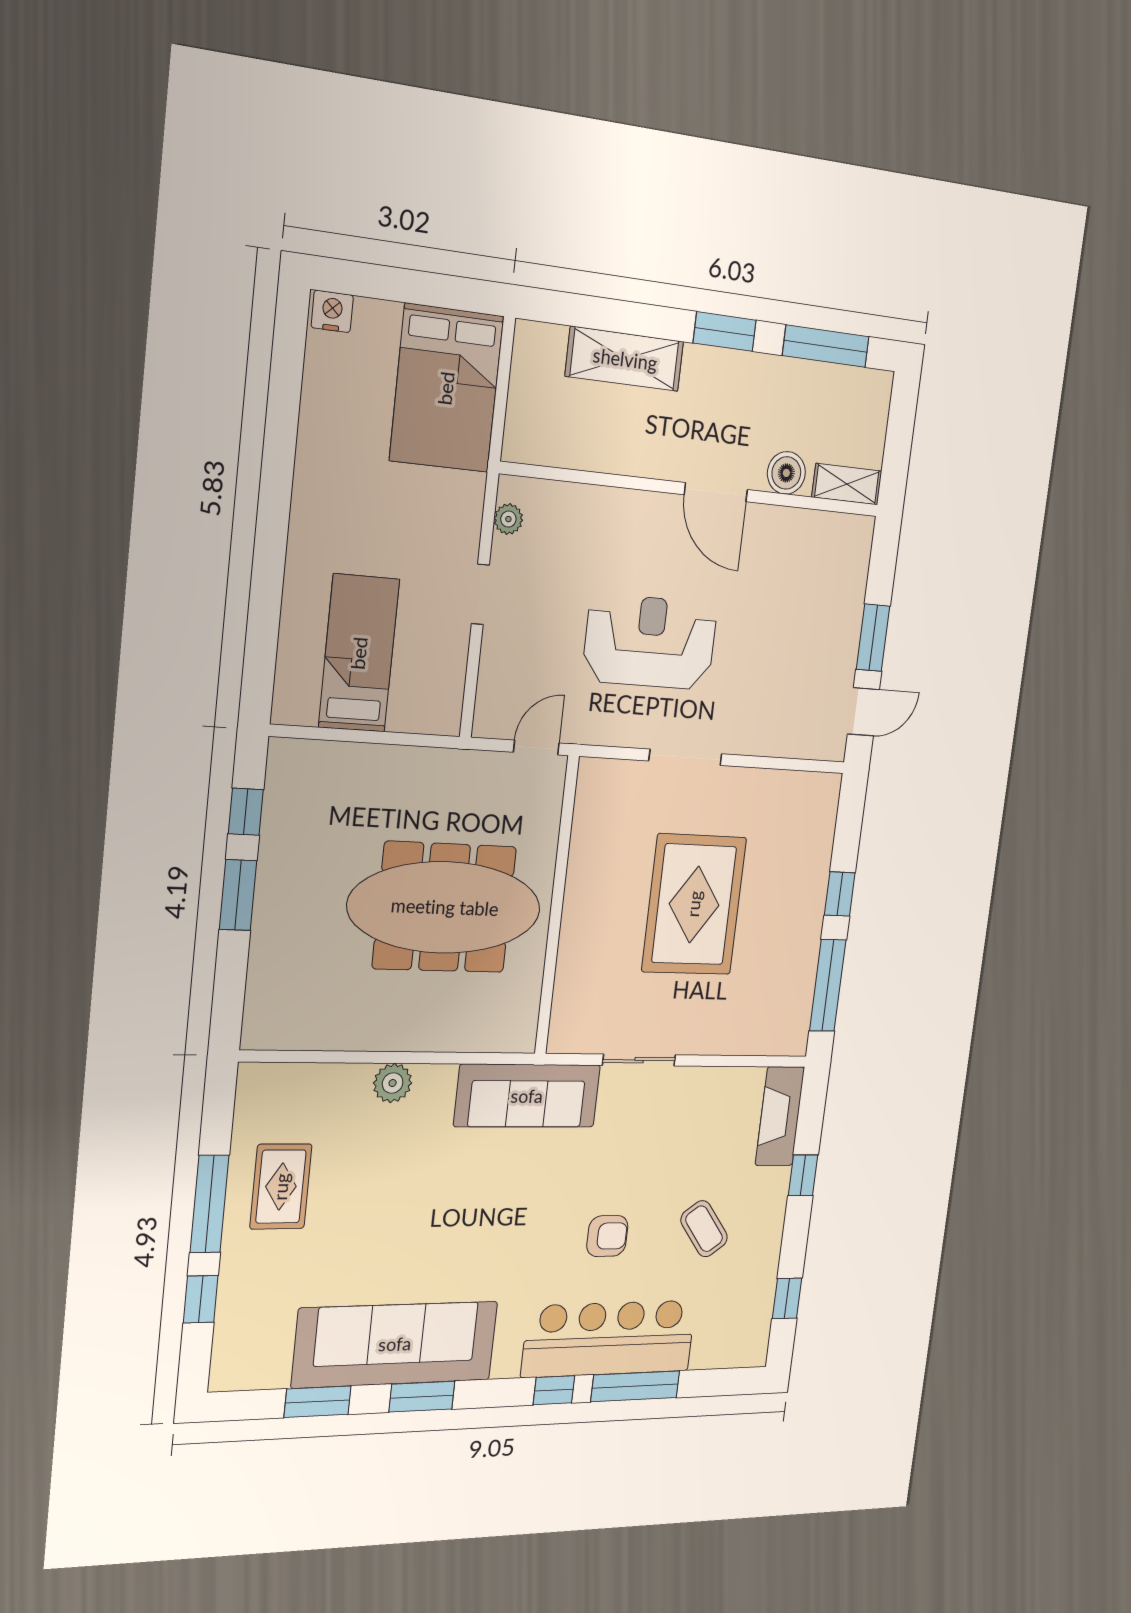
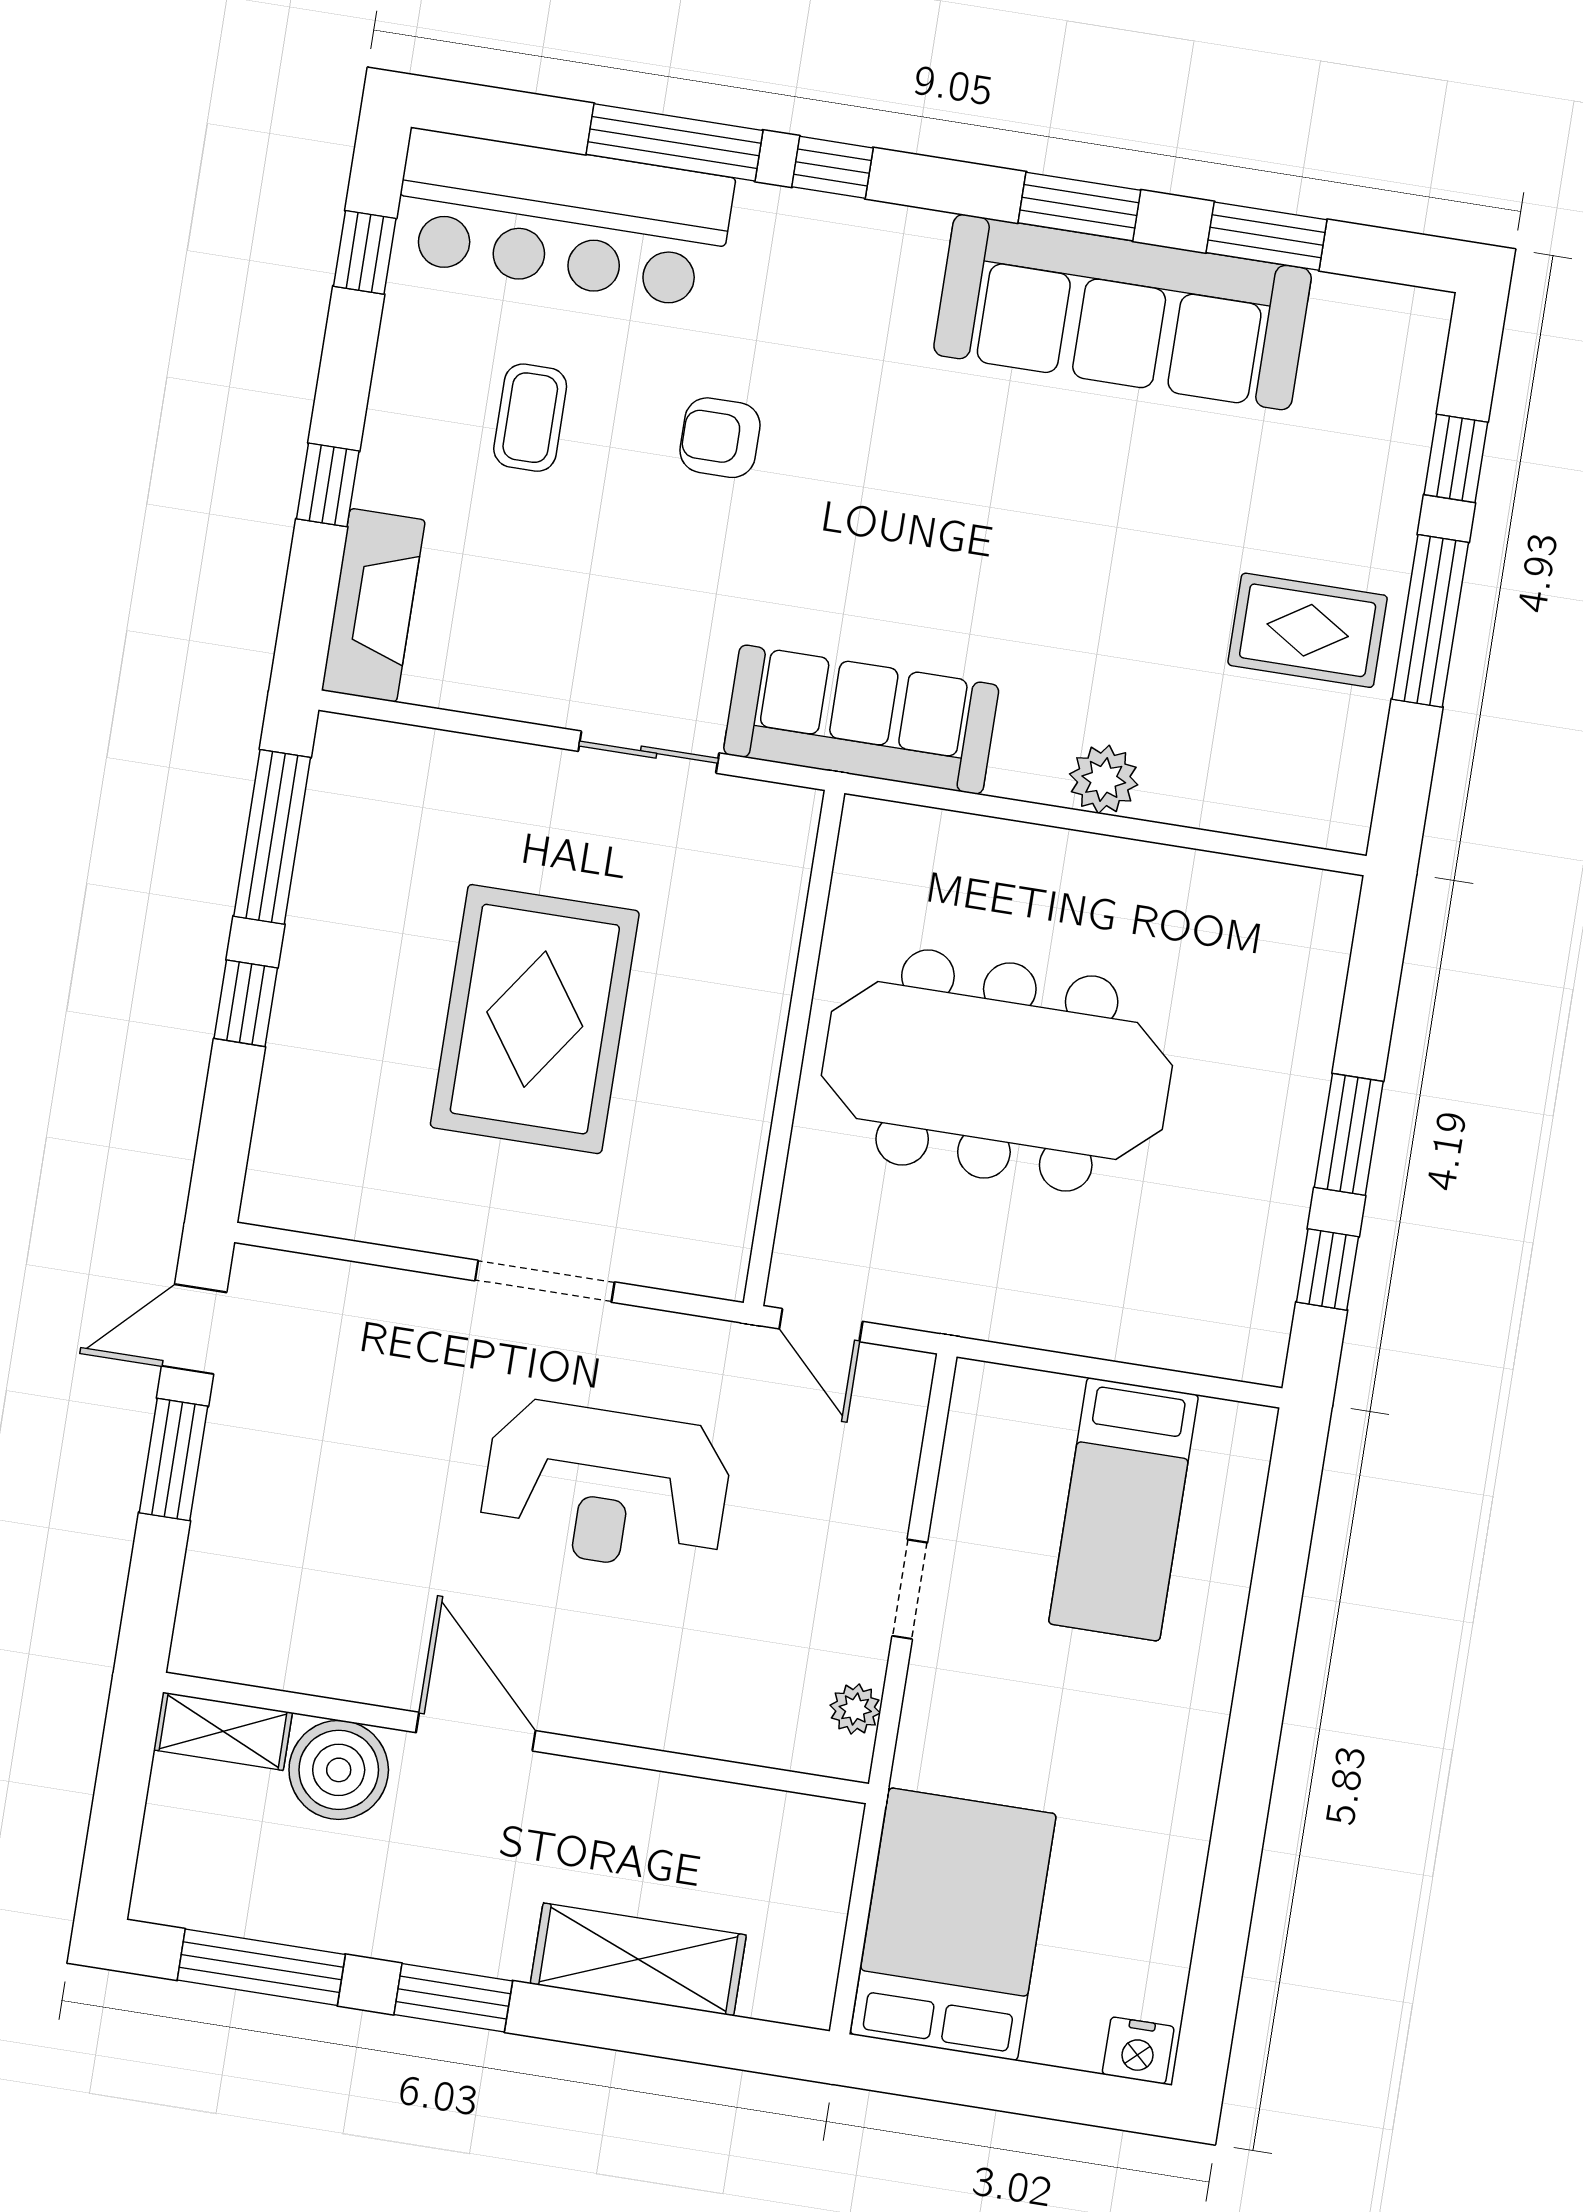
boiler: (786, 473) -> (339, 1770), width x1.37, depth x1.37
door: (536, 748) -> (821, 1325), hinge flipped
rug: (281, 1187) -> (1308, 630), turned 90
coffee table: (704, 1229) -> (530, 418), turned 37
bar counter: (609, 1339) -> (563, 219), moved

